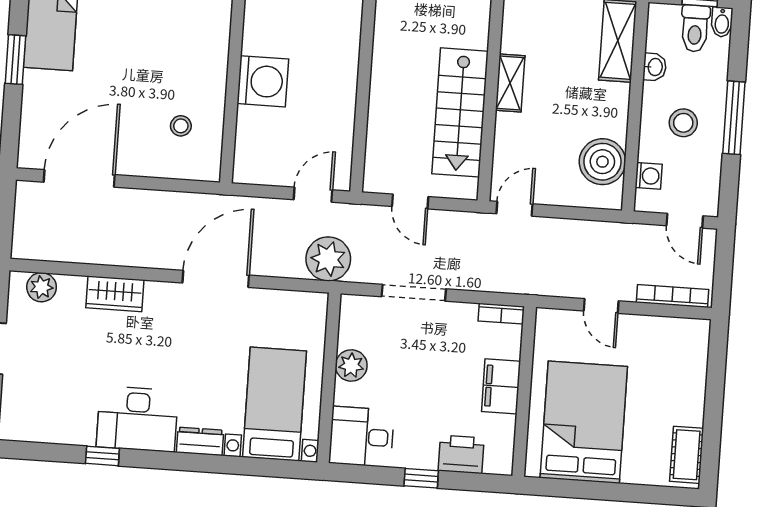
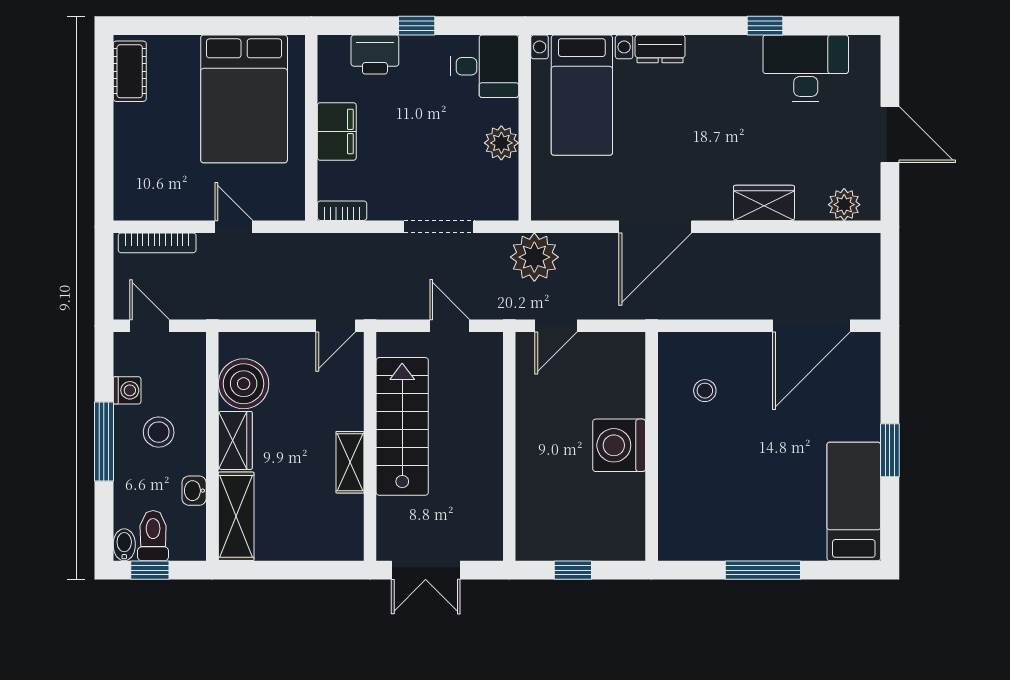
wardrobe: (614, 110) -> (235, 440), added
washing machine: (649, 176) -> (127, 390), moved, turned 180
desk: (137, 419) -> (806, 68), moved

